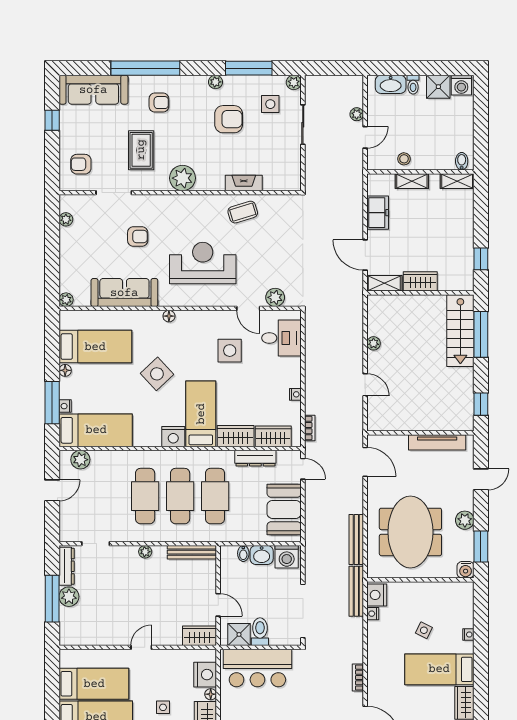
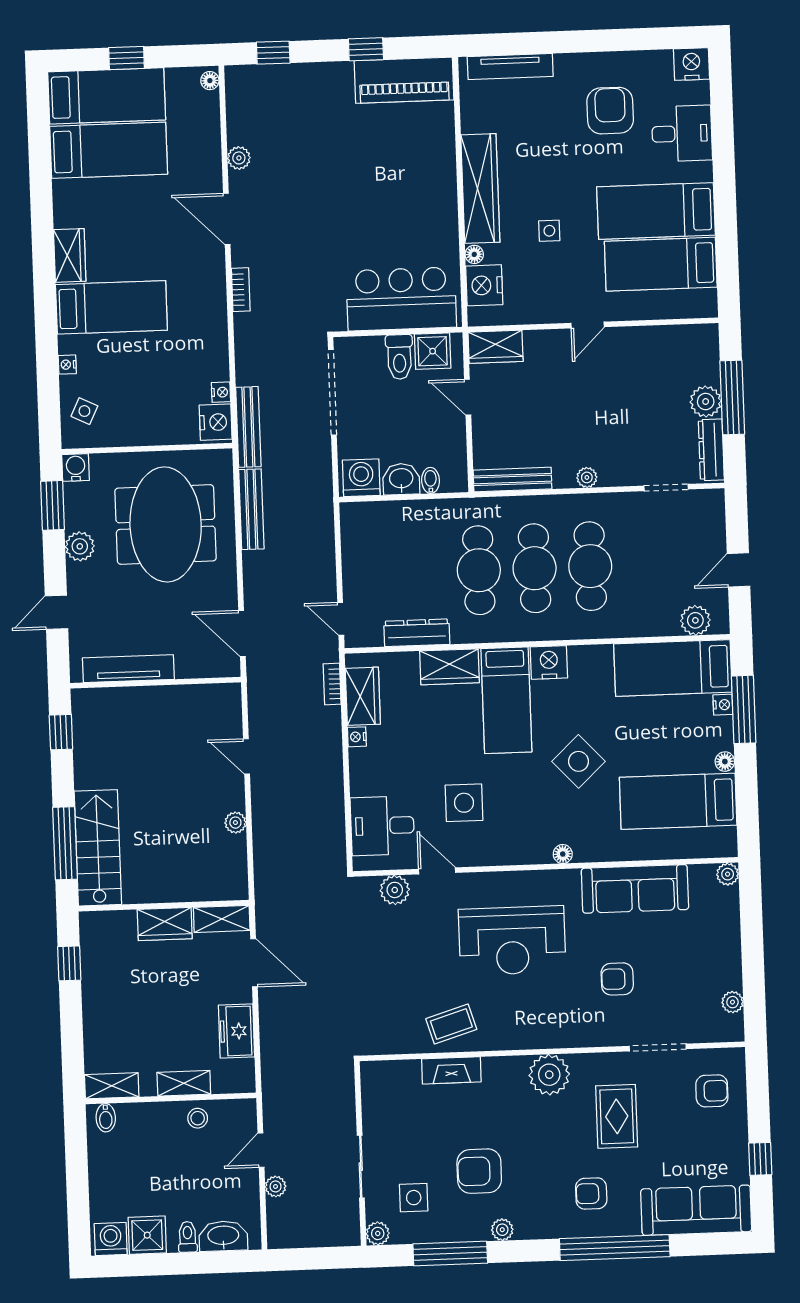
wardrobe: (273, 436) -> (363, 696), moved, turned -90
booth: (284, 509) -> (368, 553), removed
side table: (424, 630) -> (84, 411), moved

